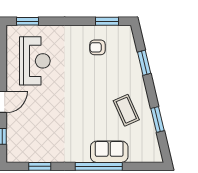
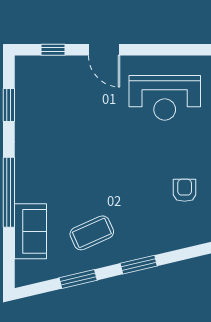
window: (144, 63) -> (139, 265), moved
sofa: (109, 152) -> (30, 231), moved

